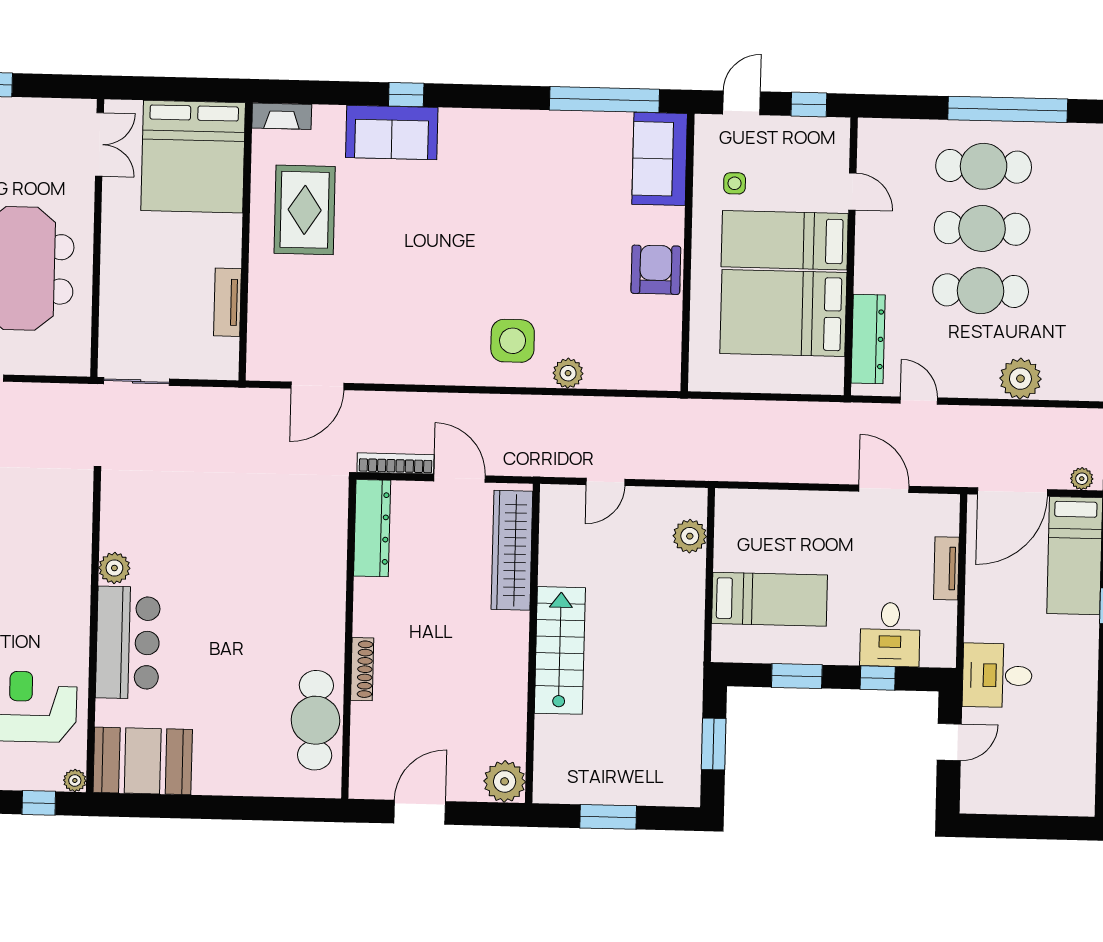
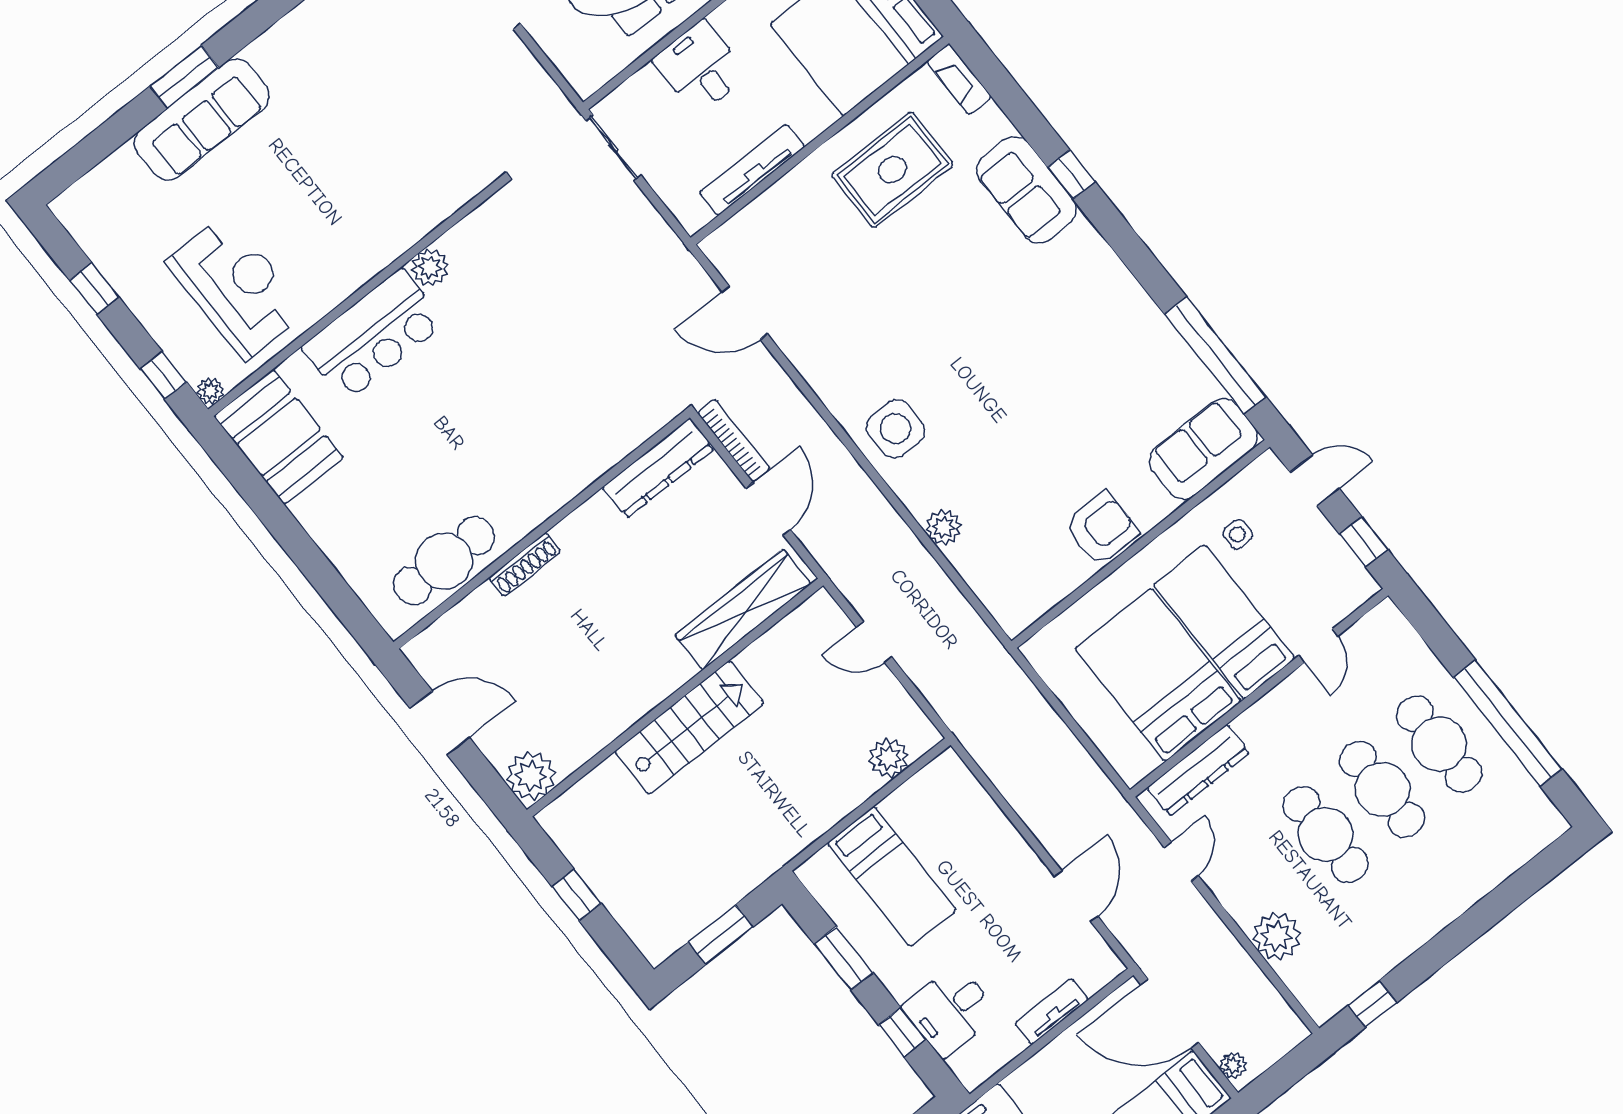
desk: (132, 280) -> (700, 67), added
tv unit: (227, 302) -> (752, 170), width x1.41
side table: (513, 341) -> (895, 429), moved
window: (608, 817) -> (577, 895), width x0.67

